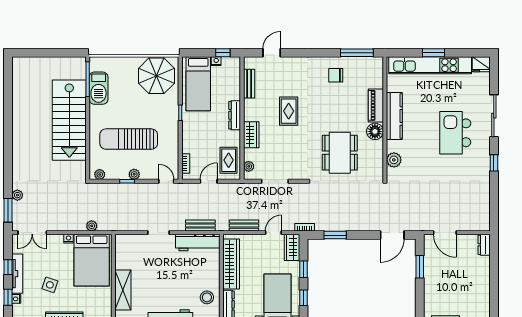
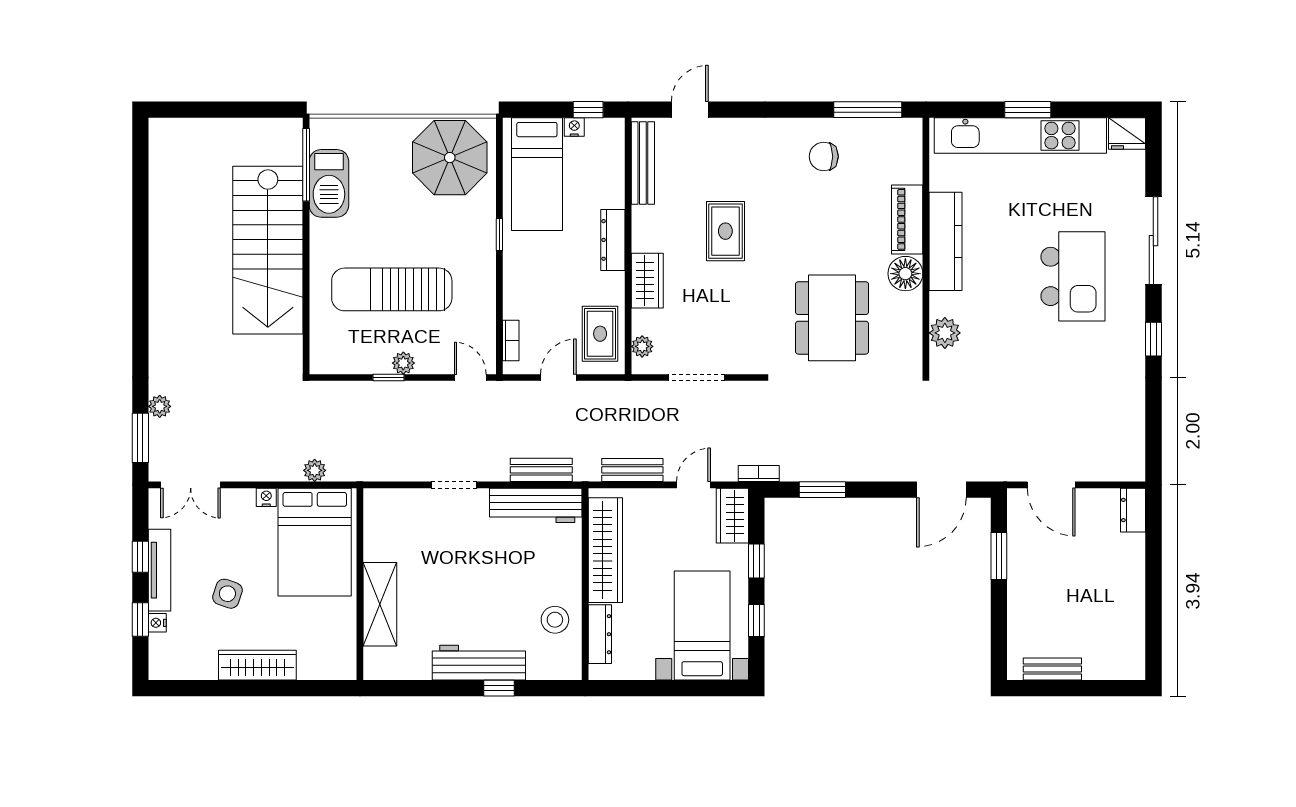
bench: (249, 84) -> (643, 163), width x1.36
kitchen island: (455, 133) -> (1073, 276), turned 180
plant: (100, 174) -> (331, 363), removed

